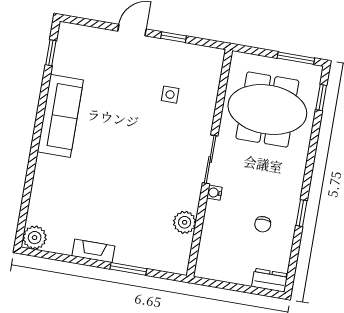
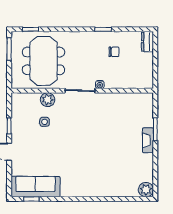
sofa: (60, 116) -> (35, 187), moved
plant: (185, 222) -> (48, 100), moved
fireplace: (93, 251) -> (148, 140), moved

